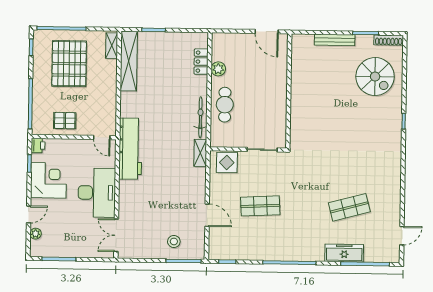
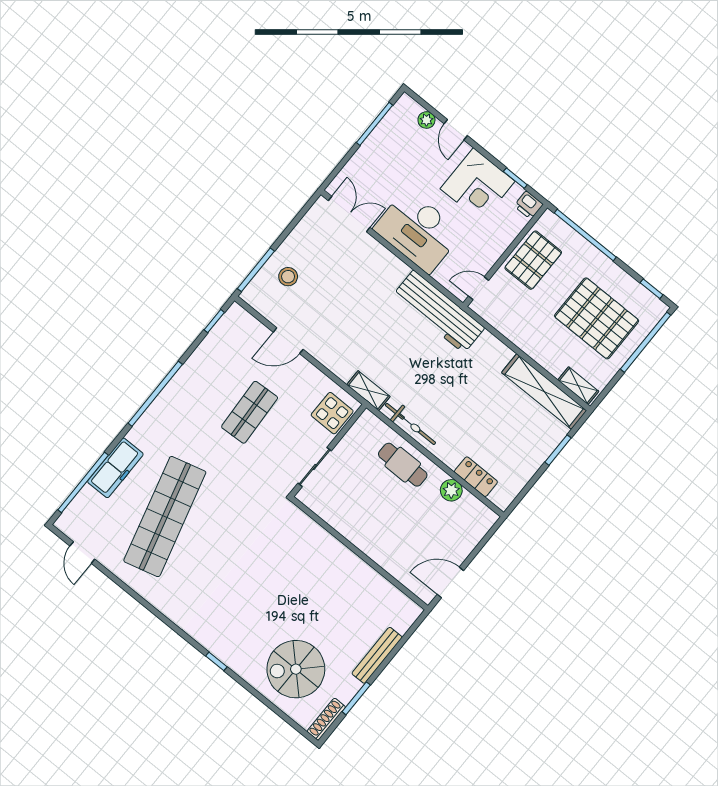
pallet: (65, 121) -> (533, 260), width x1.50, depth x1.42
shop shelf: (349, 207) -> (165, 517), width x2.00, depth x1.36

